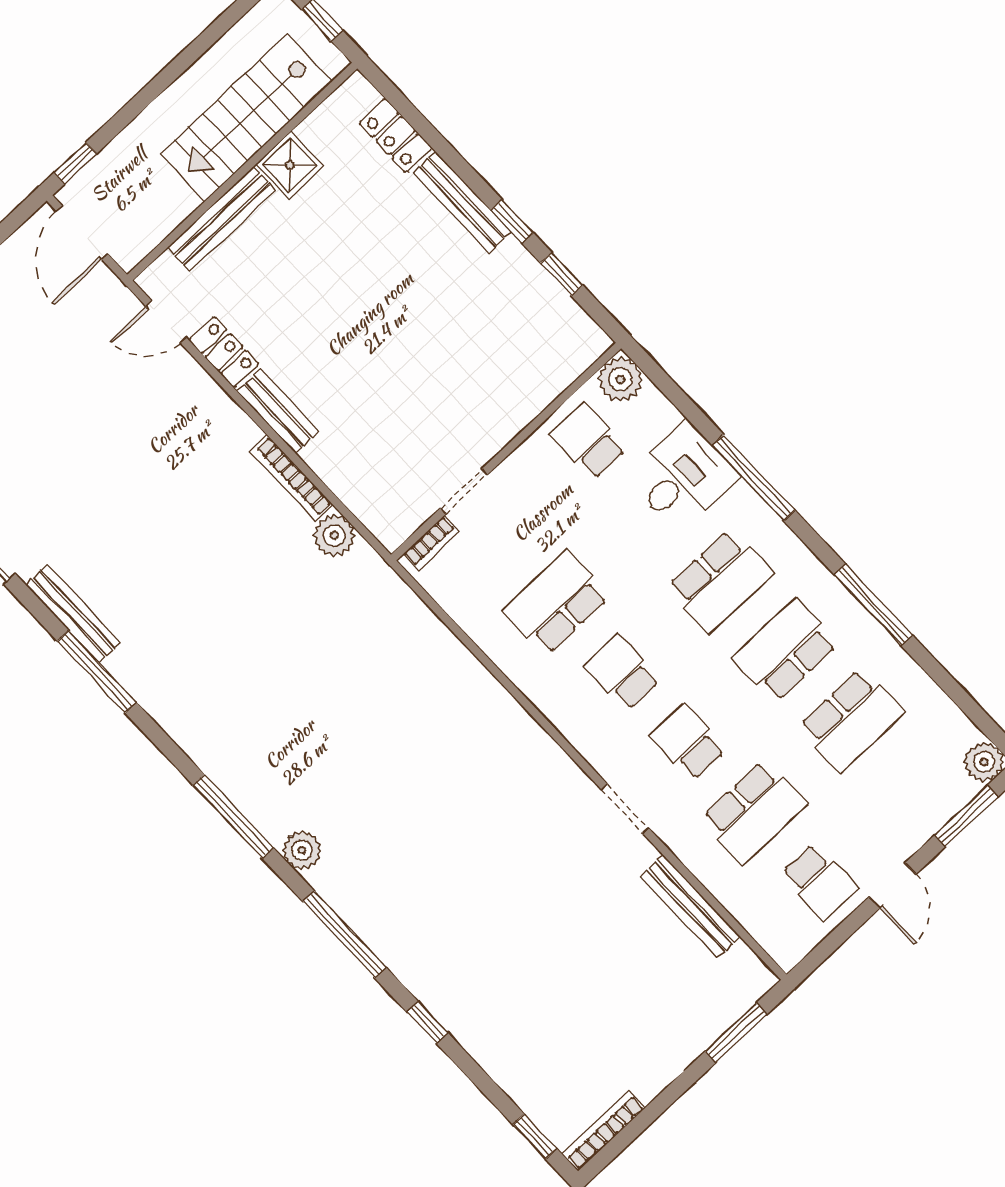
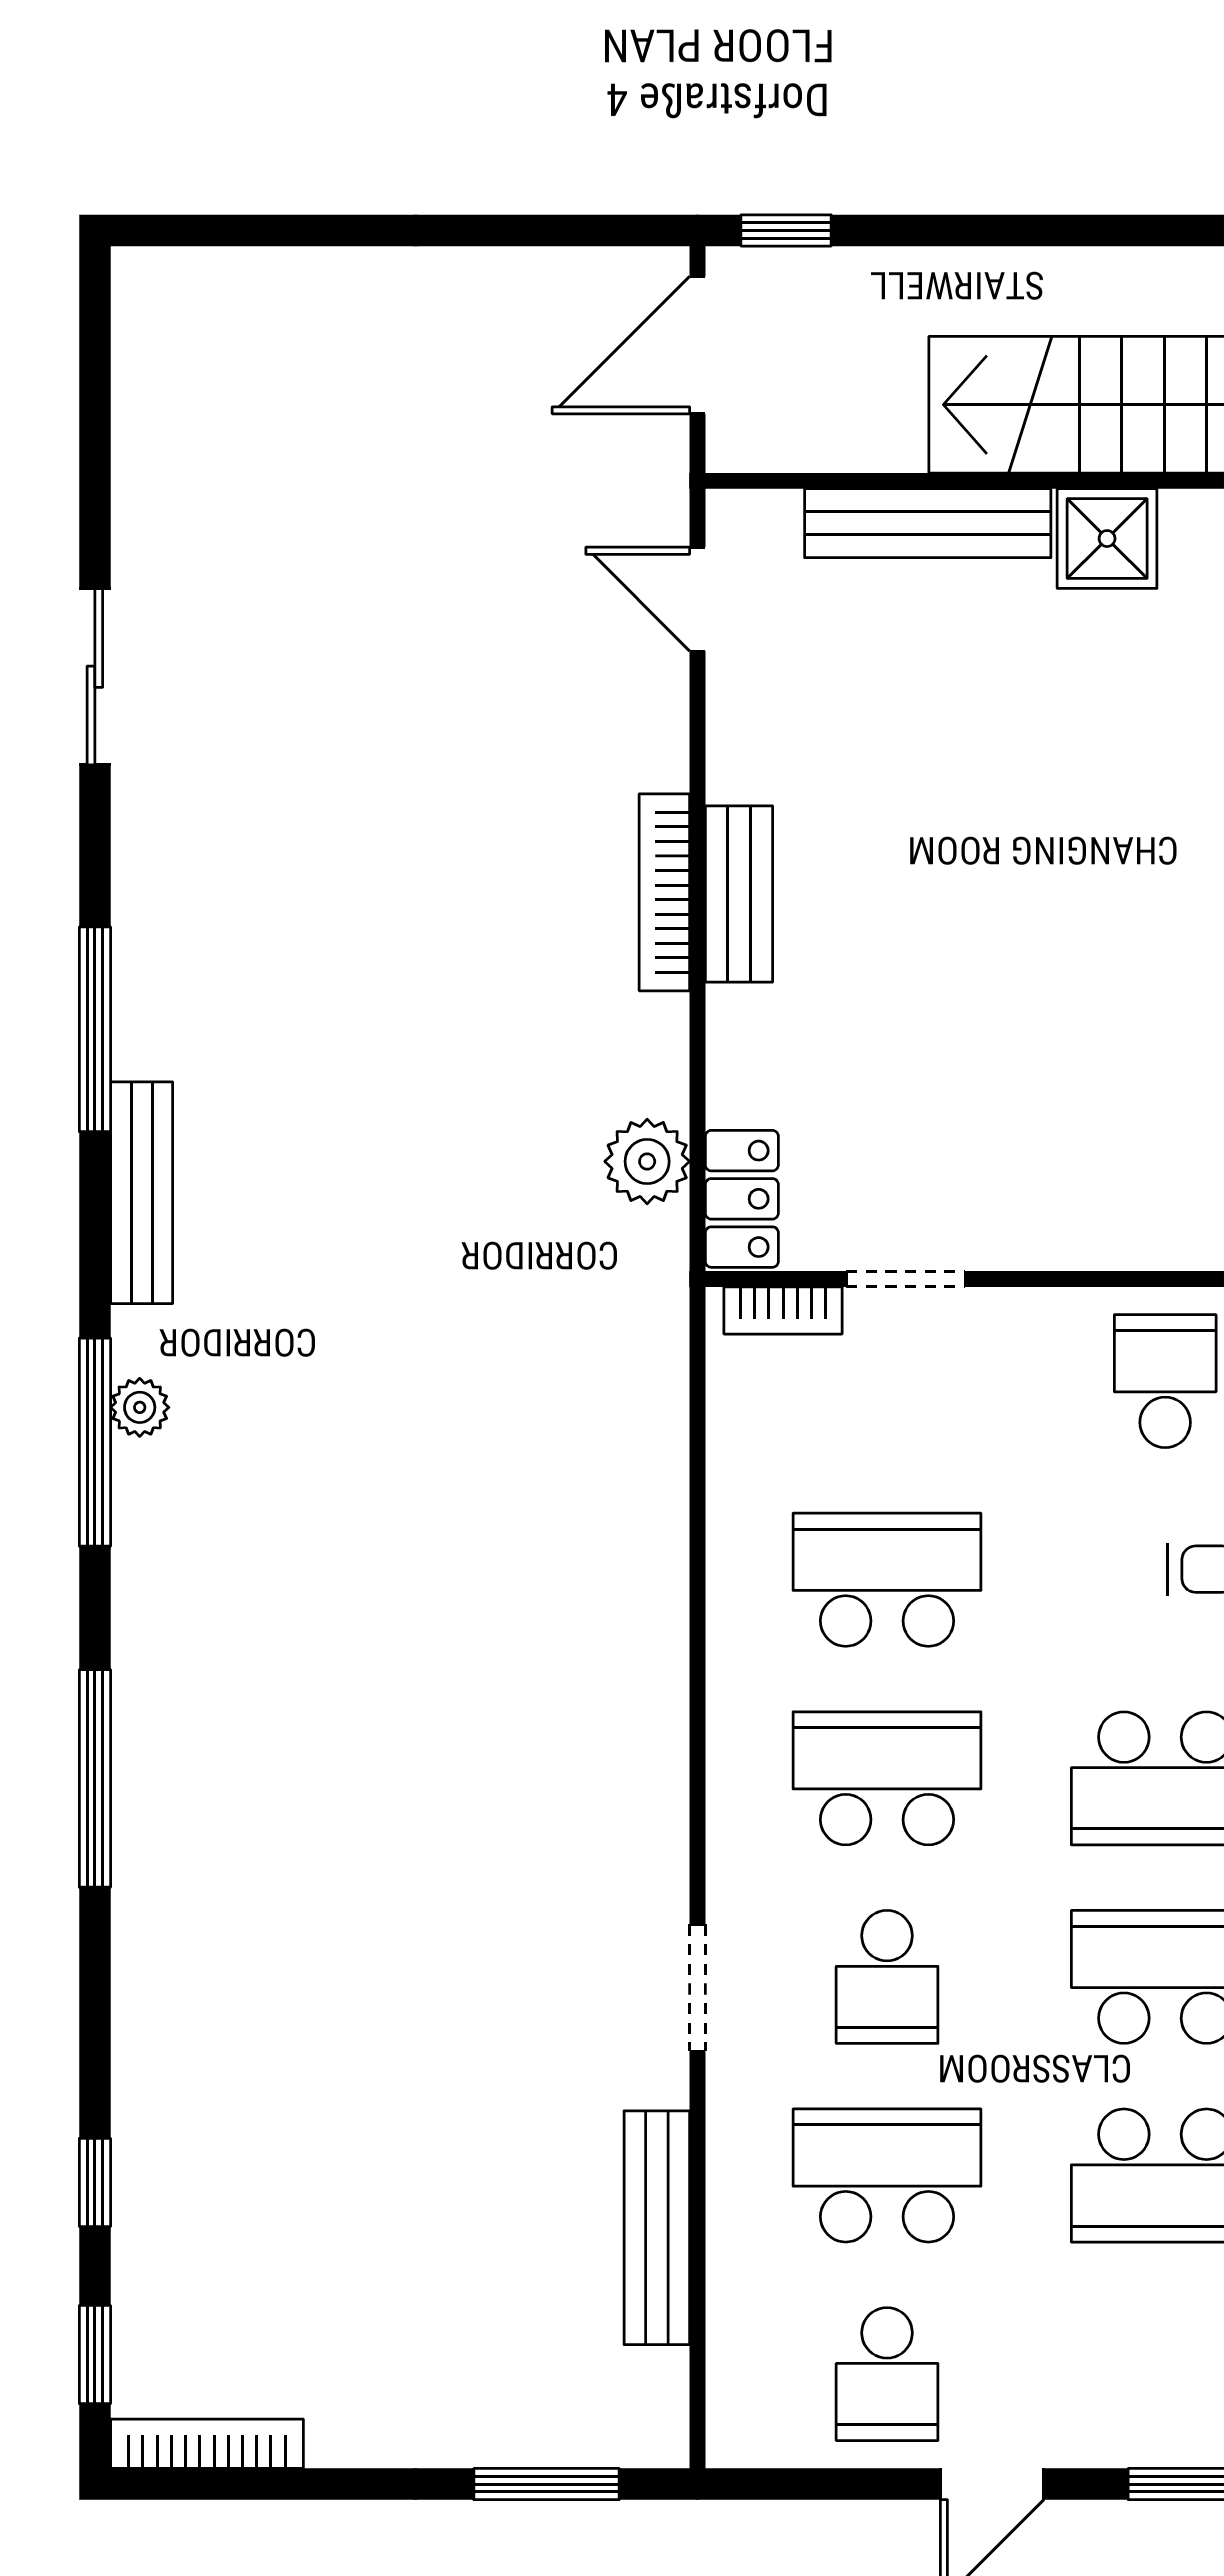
locker: (224, 352) -> (742, 1199), moved
bookcase: (292, 478) -> (664, 892), moved
bench: (73, 614) -> (142, 1193), moved
school desk: (622, 673) -> (887, 1778), width x1.85
school desk: (688, 742) -> (887, 1977), turned 180
school desk: (754, 812) -> (887, 2176), turned 180
plant: (302, 850) -> (140, 1407), moved, width x0.73, depth x0.73
window: (427, 1022) -> (95, 2182), moved

